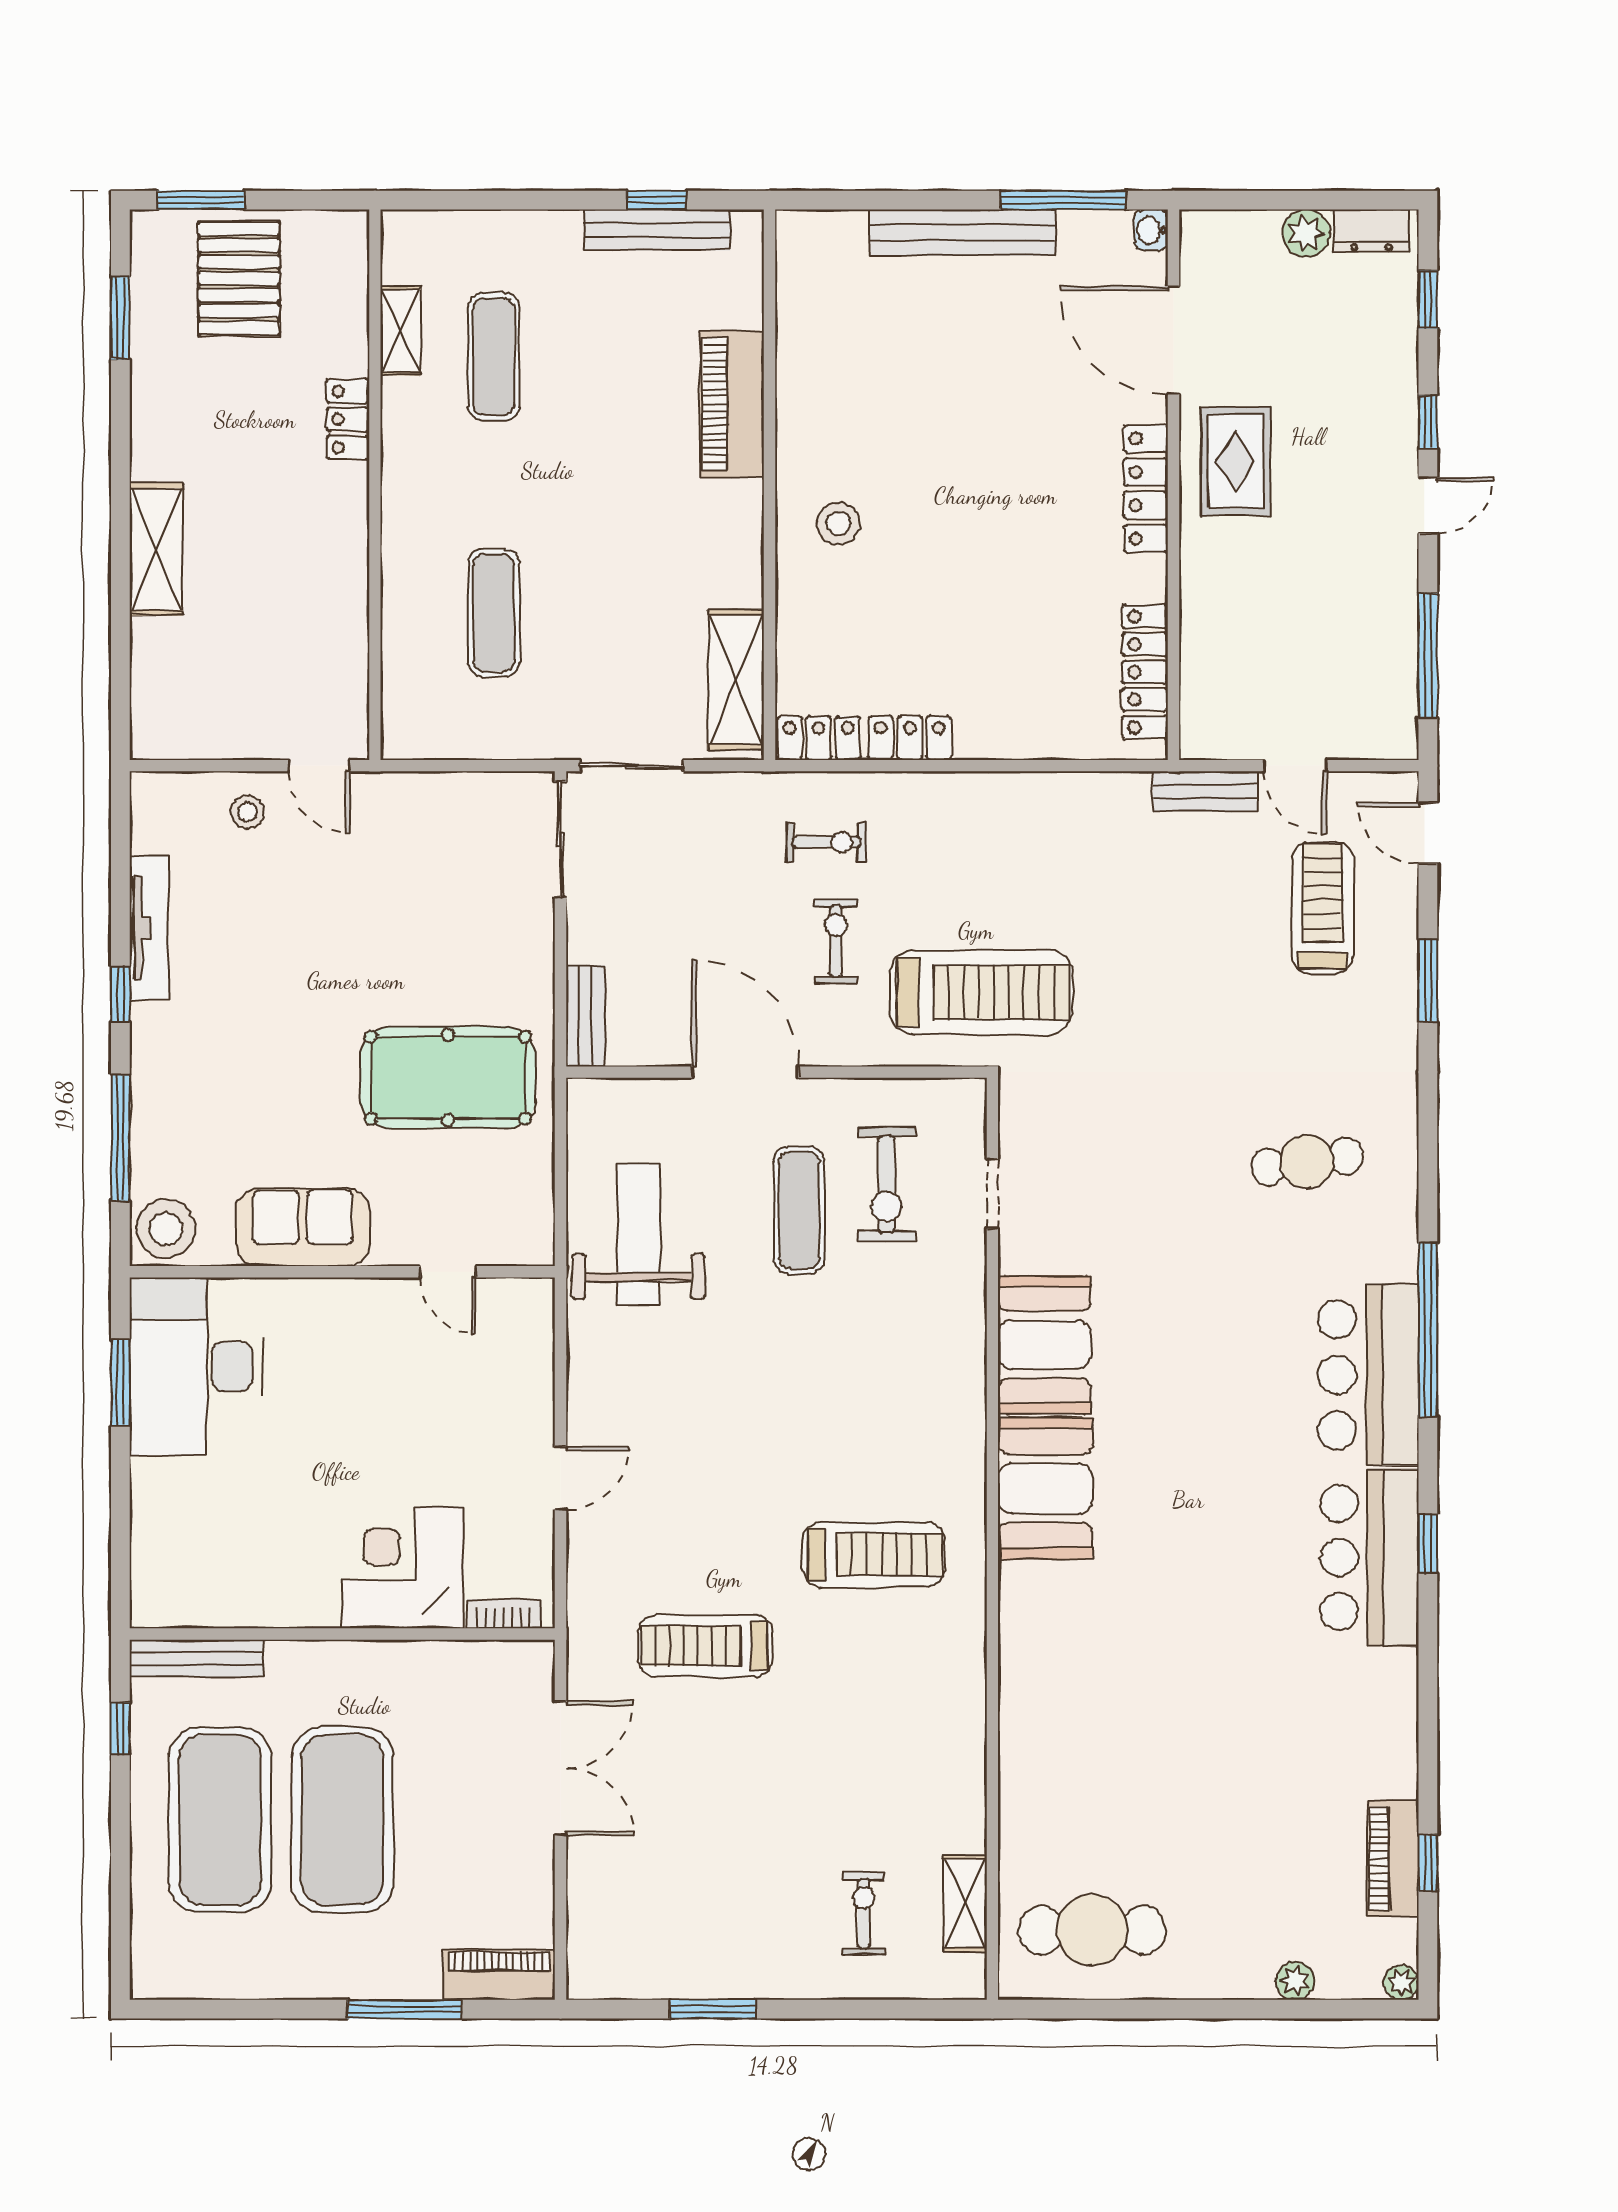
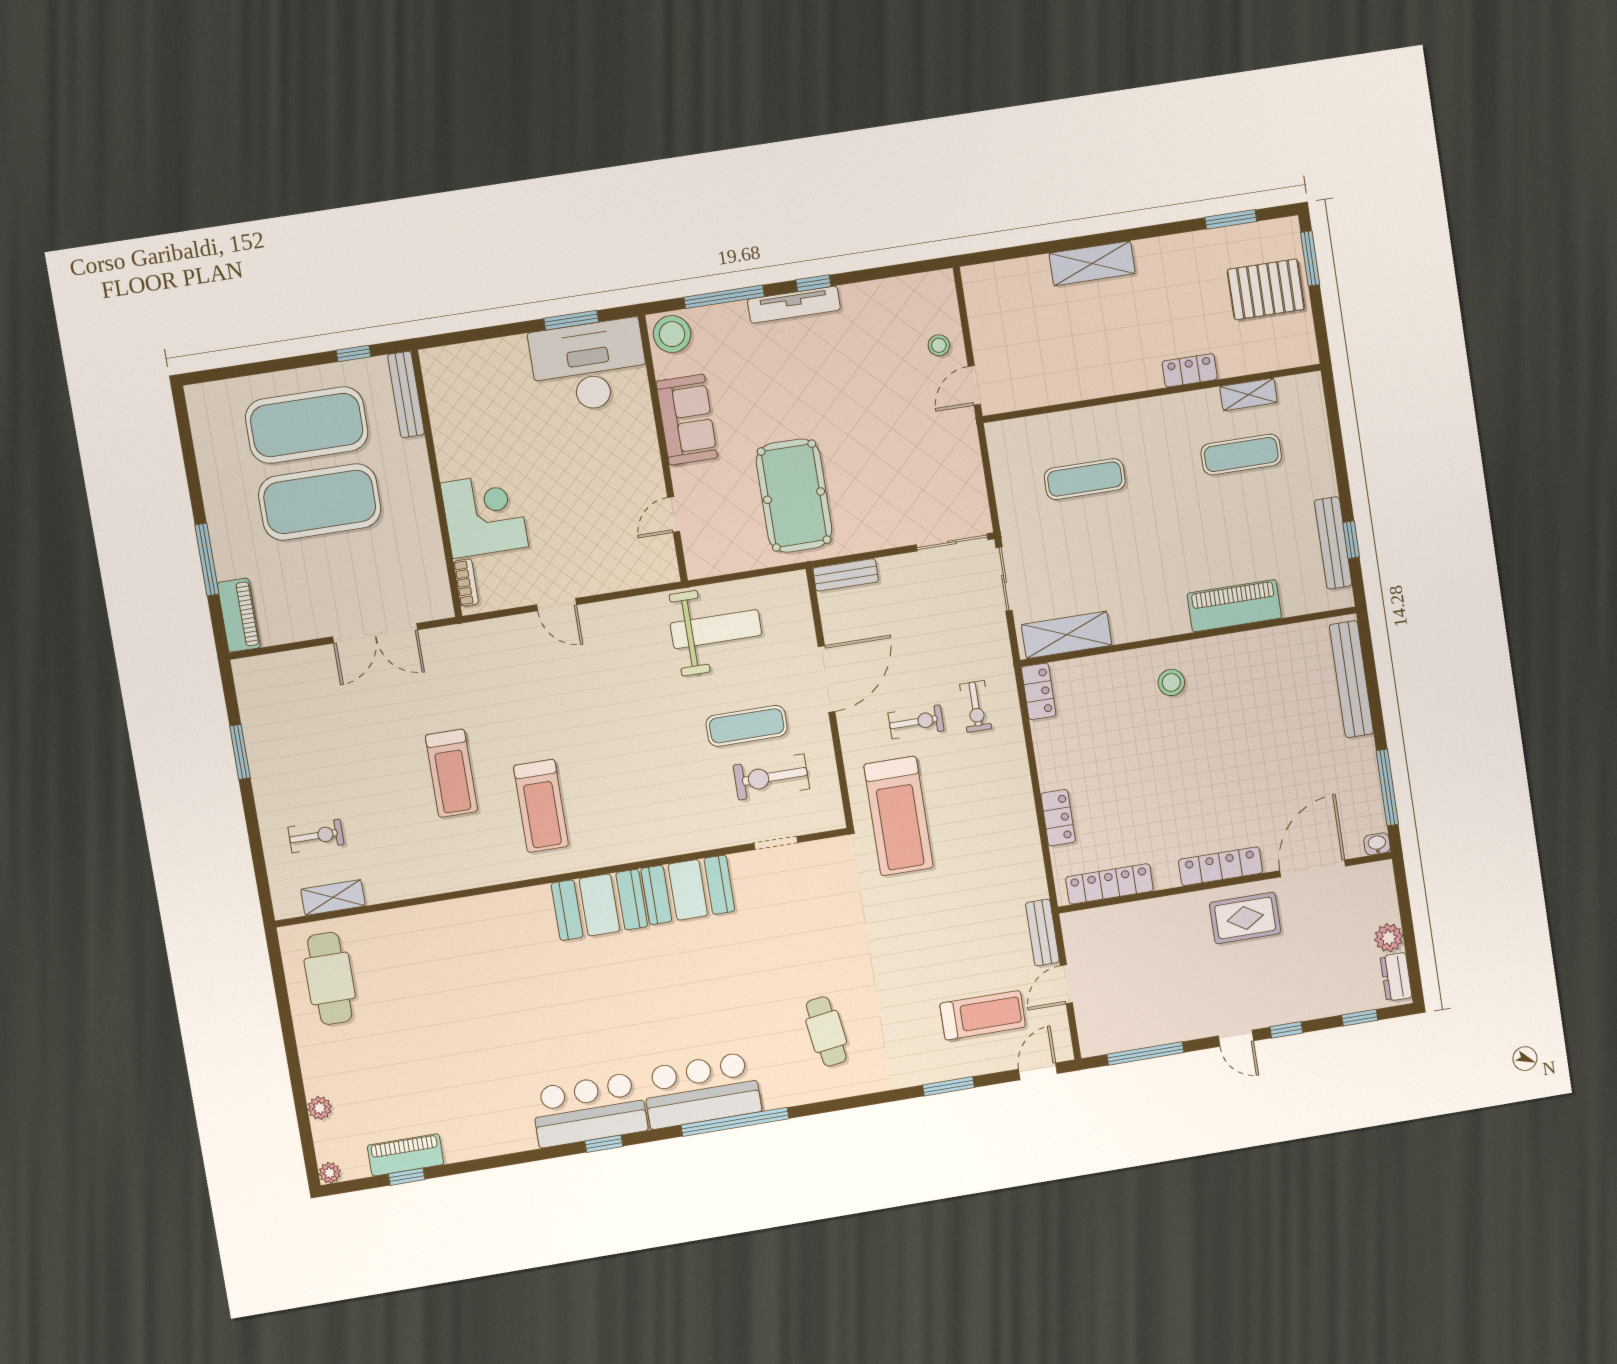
bench: (962, 233) -> (1351, 679), moved
locker: (910, 738) -> (1058, 818), moved
tv unit: (149, 928) -> (794, 305), moved
treadmill: (705, 1646) -> (452, 773), moved, turned 180

